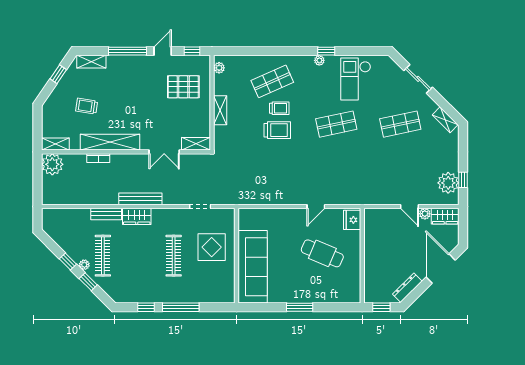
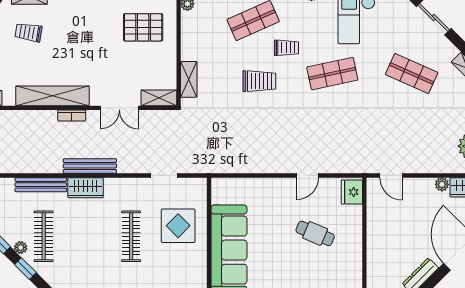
trolley: (87, 106) -> (28, 32), moved
trolley: (279, 108) -> (286, 48), moved
shelving: (220, 110) -> (189, 79), moved
shop shelf: (400, 124) -> (412, 74), turned 36
bookcase: (98, 158) -> (72, 115), moved
door: (410, 207) -> (391, 175), moved
bench: (106, 214) -> (41, 185), width x1.36
cafe table: (322, 253) -> (315, 233), width x0.73, depth x0.74

